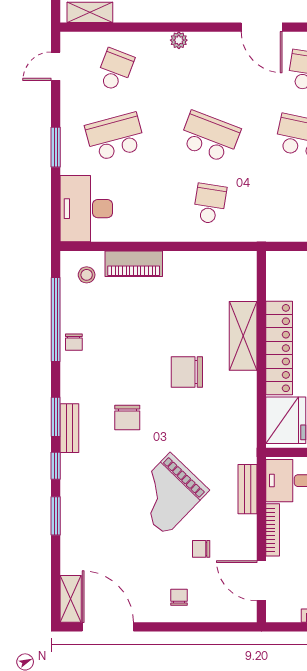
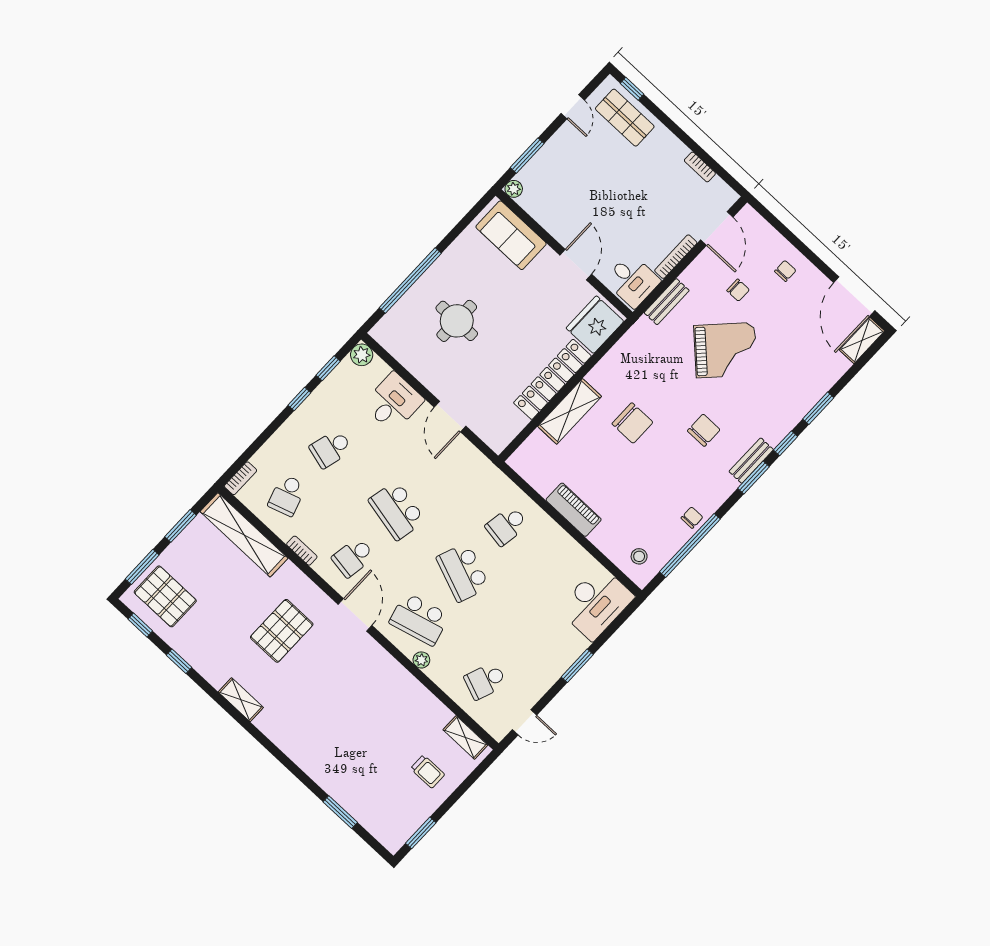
school desk: (115, 137) -> (419, 619), moved
piano: (134, 264) -> (574, 510), moved
chair: (179, 597) -> (785, 271), turned 180

